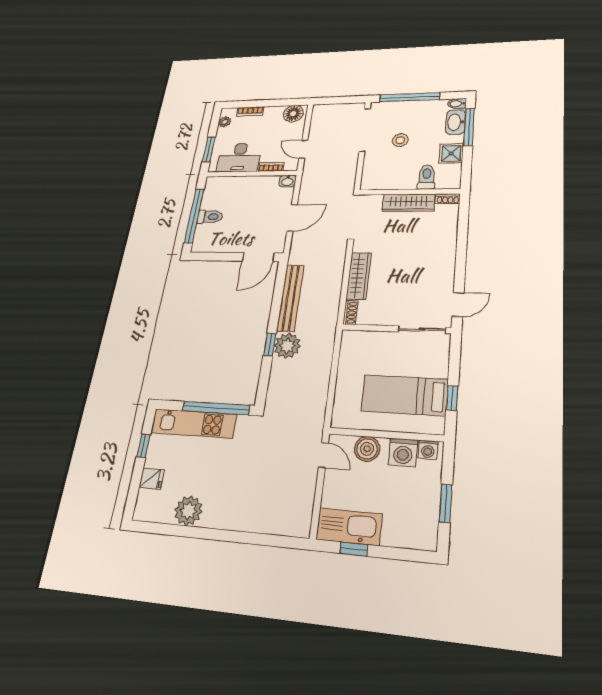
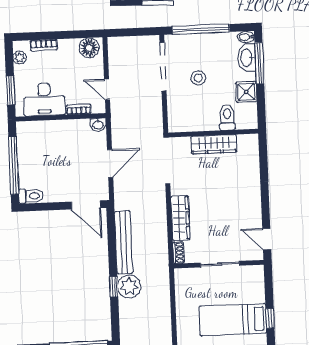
shoe rack: (448, 199) -> (248, 139), removed
toilet: (210, 217) -> (31, 196), moved
door: (258, 257) -> (86, 205), hinge flipped
door: (458, 305) -> (267, 239), swing flipped
sliding door: (422, 330) -> (220, 264), moved

